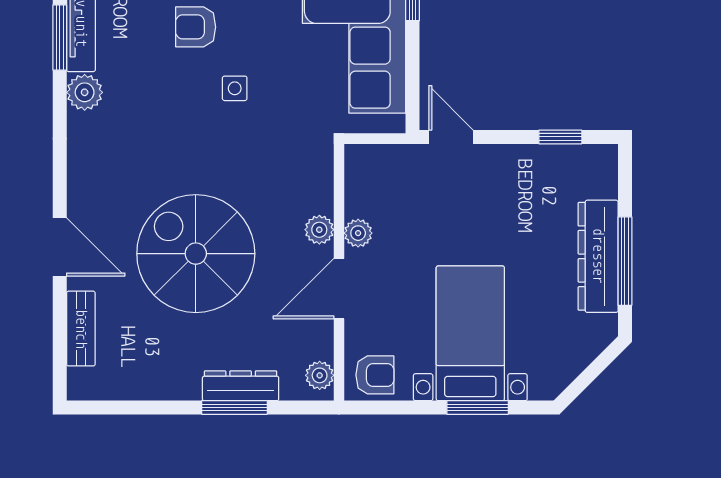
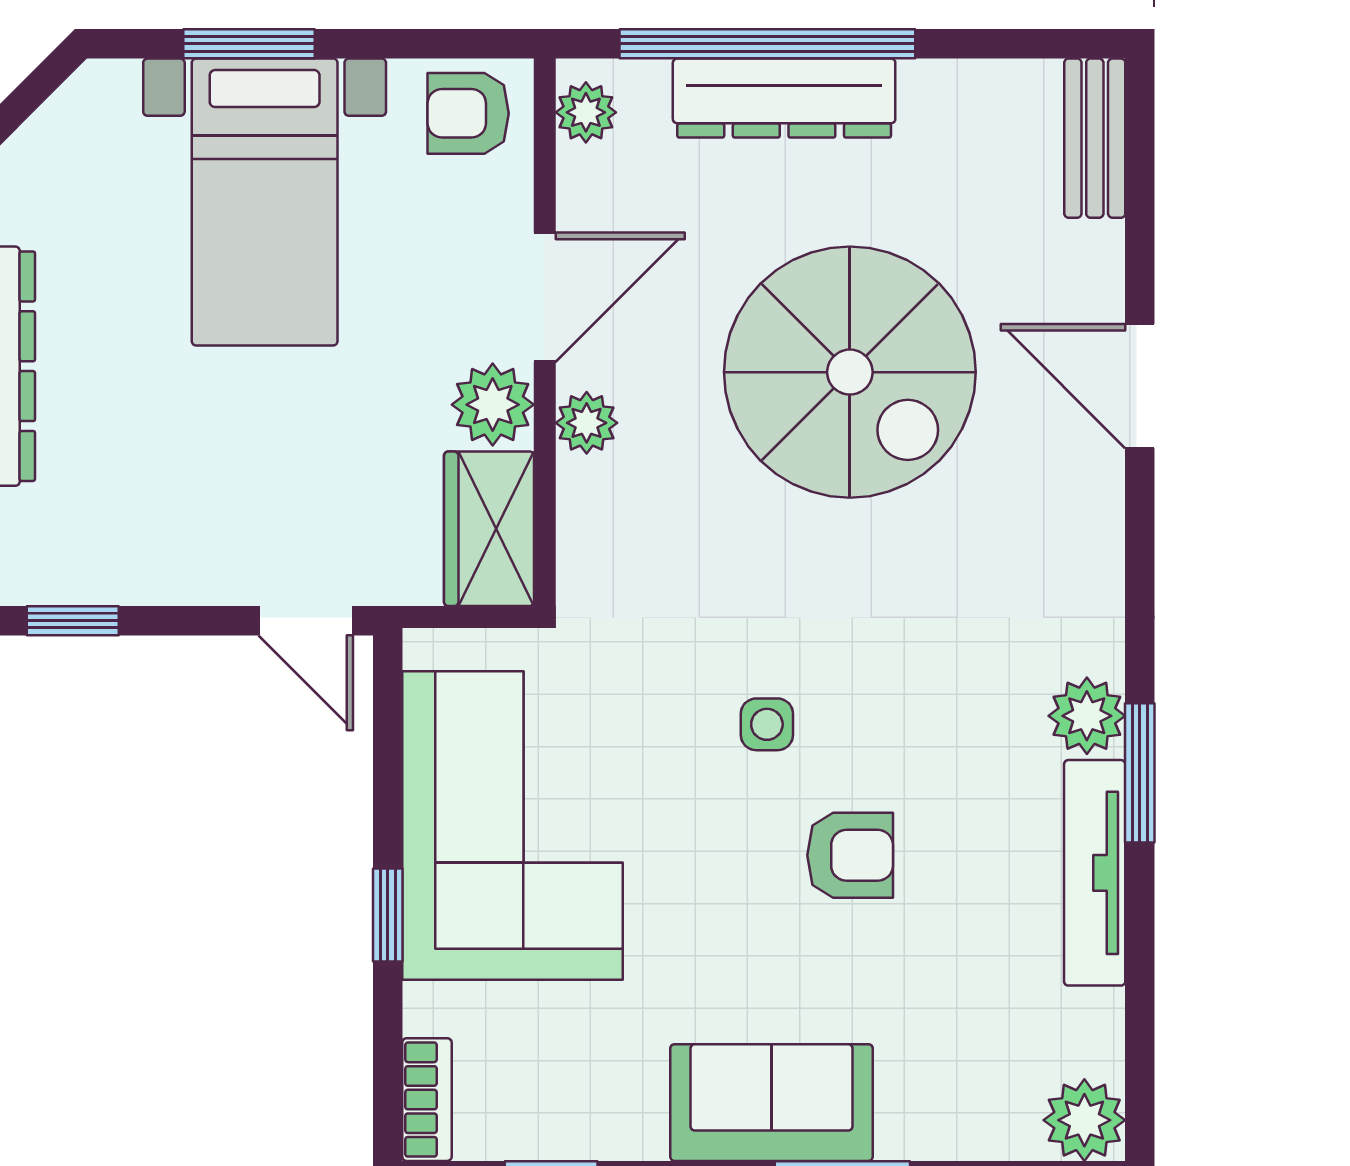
window: (60, 37) -> (1140, 773), moved
wardrobe: (365, 180) -> (489, 529), added
plant: (358, 233) -> (493, 405), width x1.38, depth x1.38
bench: (81, 329) -> (1095, 138), moved
dresser: (241, 386) -> (784, 98), width x1.37, depth x1.24
window: (234, 408) -> (767, 44), width x2.11

